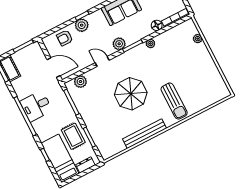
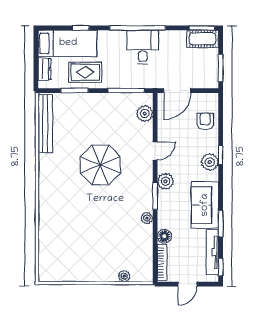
plant: (82, 25) -> (210, 162), moved
sun lounger: (174, 101) -> (66, 211), removed
bench: (144, 134) -> (45, 123), moved

